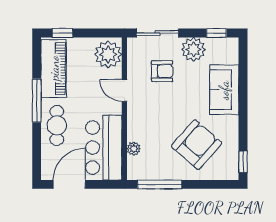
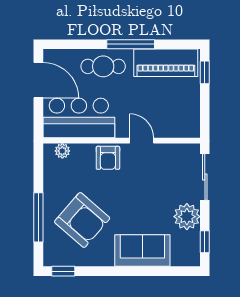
plant: (108, 54) -> (181, 123), removed
armchair: (162, 71) -> (108, 158), moved
door: (124, 90) -> (142, 141), hinge flipped
plant: (134, 149) -> (62, 151), moved
window: (160, 184) -> (38, 217), moved

